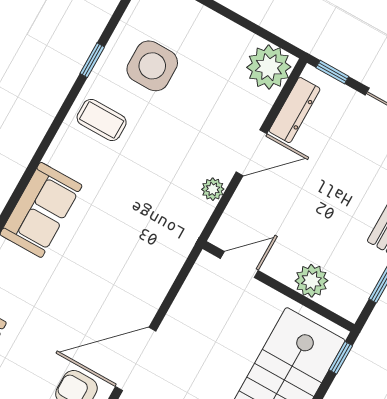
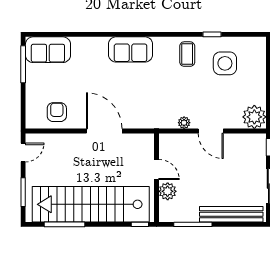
dresser: (295, 110) -> (241, 140), removed
door: (239, 264) -> (156, 170), moved
door: (136, 359) -> (104, 131), moved

